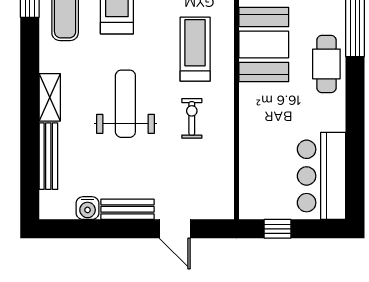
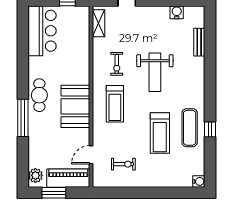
shelving: (50, 97) -> (98, 23), moved
bench: (48, 156) -> (199, 42), width x0.73
bench: (127, 209) -> (154, 12), removed

